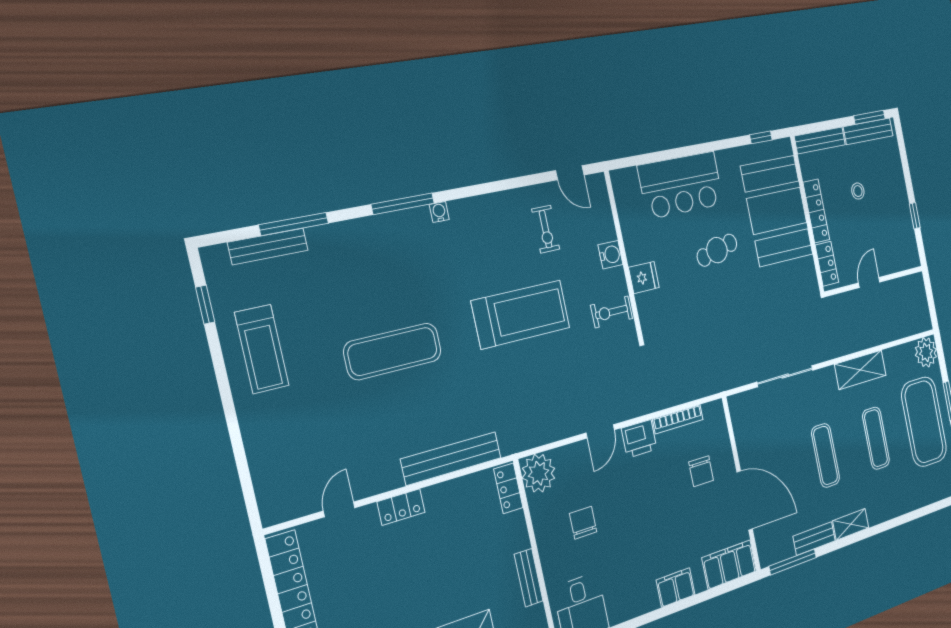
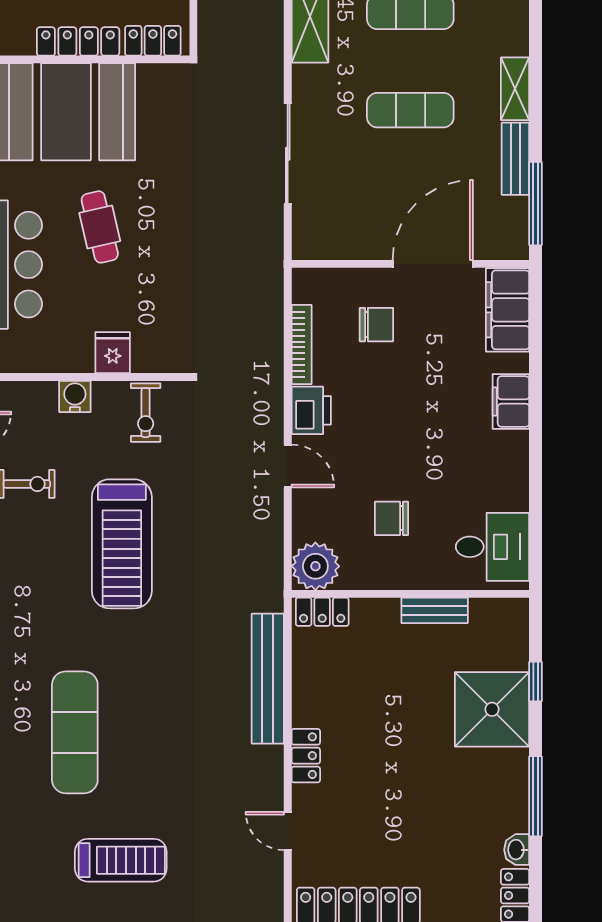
treadmill: (521, 314) -> (122, 544), turned 180
treadmill: (262, 349) -> (121, 860), moved
exercise mat: (393, 351) -> (75, 732), moved

